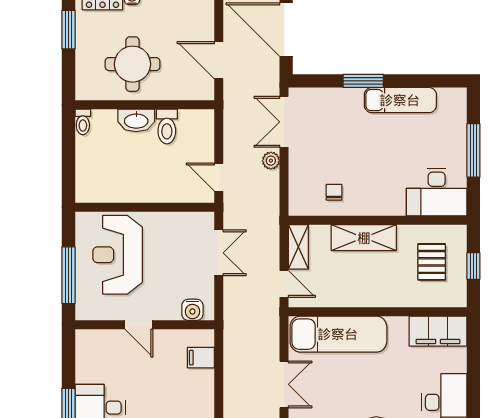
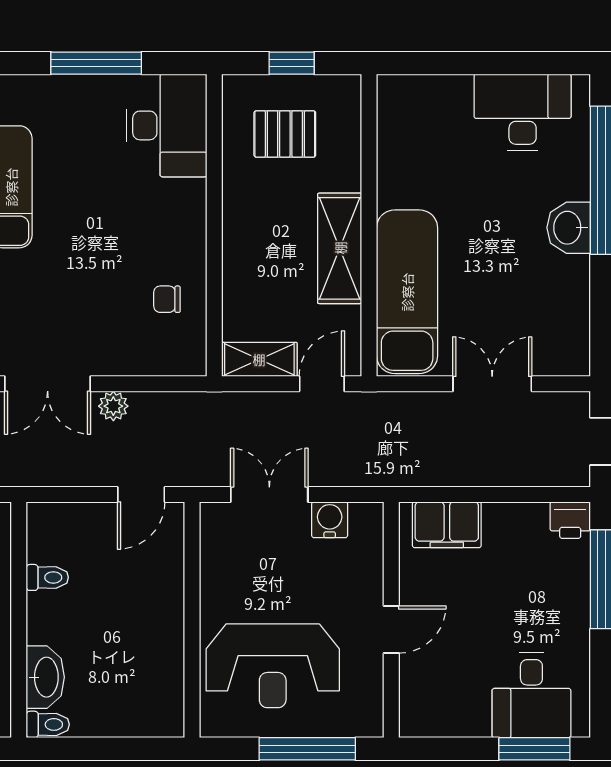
washbasin: (136, 120) -> (45, 677), moved
toilet: (167, 126) -> (47, 577), width x0.73, depth x0.72
shelving: (364, 238) -> (340, 248), moved
water cooler: (192, 310) -> (330, 520), moved, turned -90
filing cabinet: (438, 331) -> (402, 123), removed
filing cabinet: (201, 358) -> (447, 525), width x2.00

